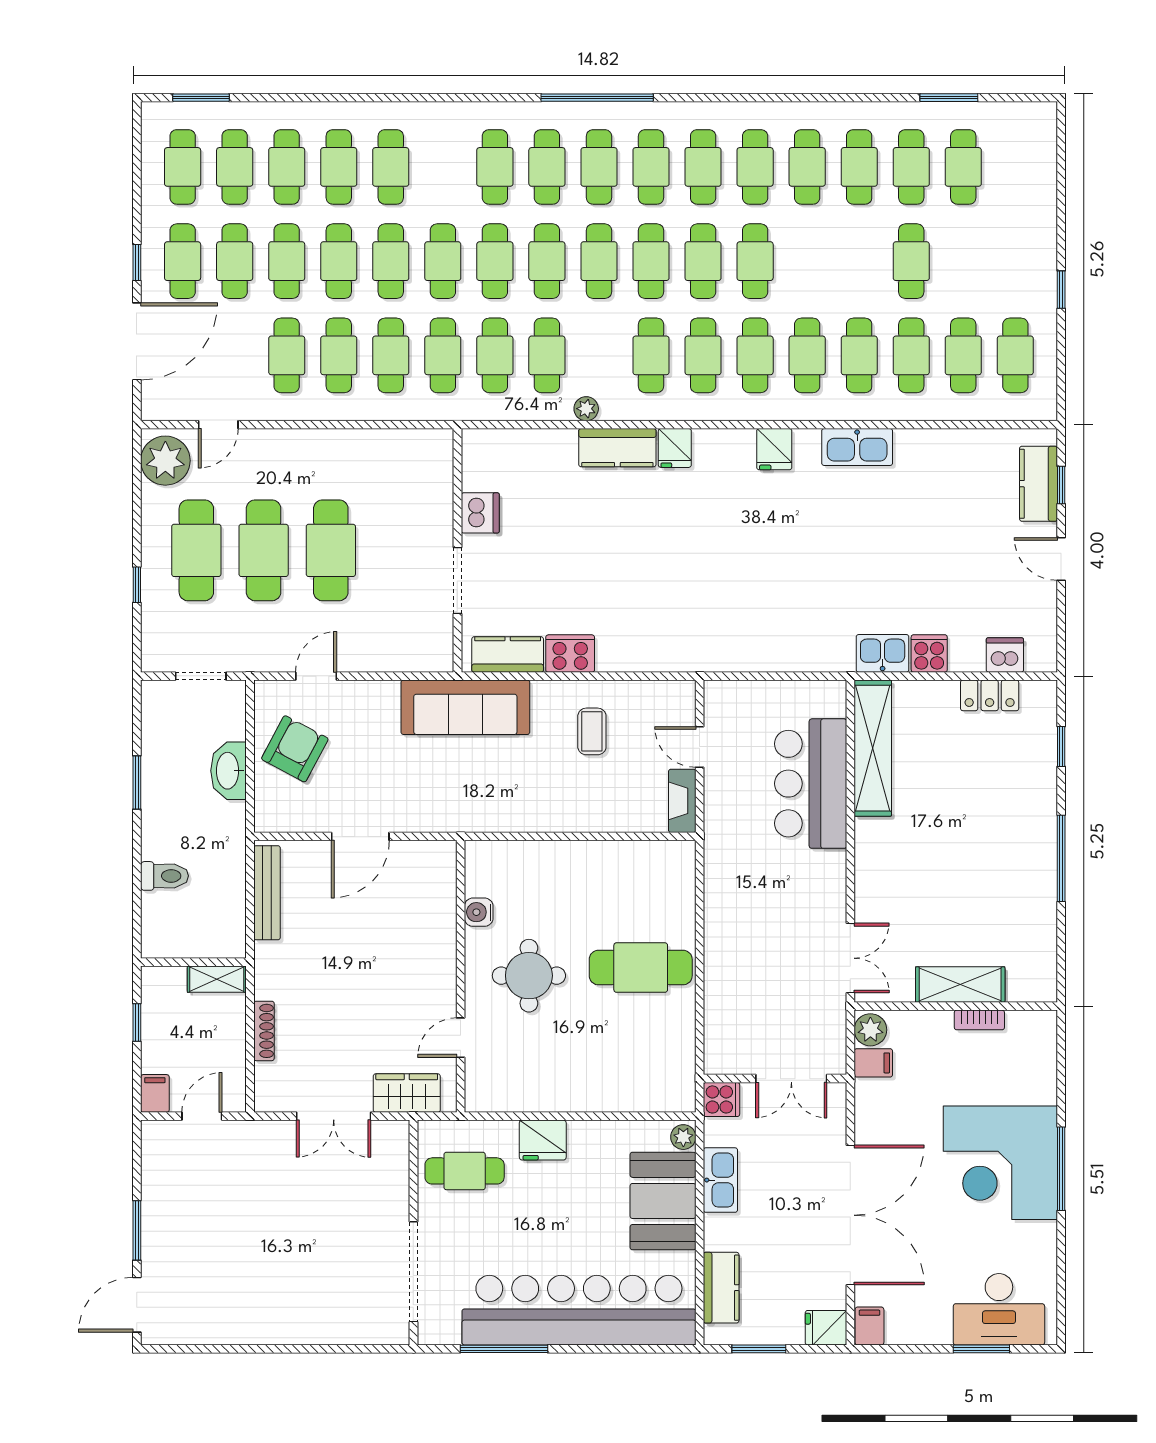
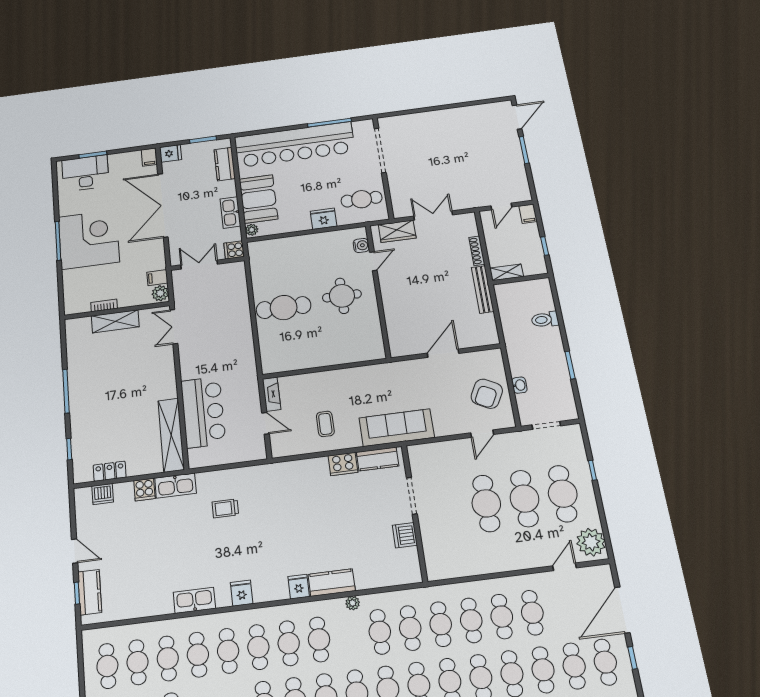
trolley: (788, 601) -> (225, 508), added
kitchen sink: (883, 653) -> (176, 486), width x1.38
washbasin: (229, 771) -> (519, 385), width x0.52, depth x0.69
bench: (267, 893) -> (483, 289), moved
water cooler: (479, 912) -> (361, 245), moved

